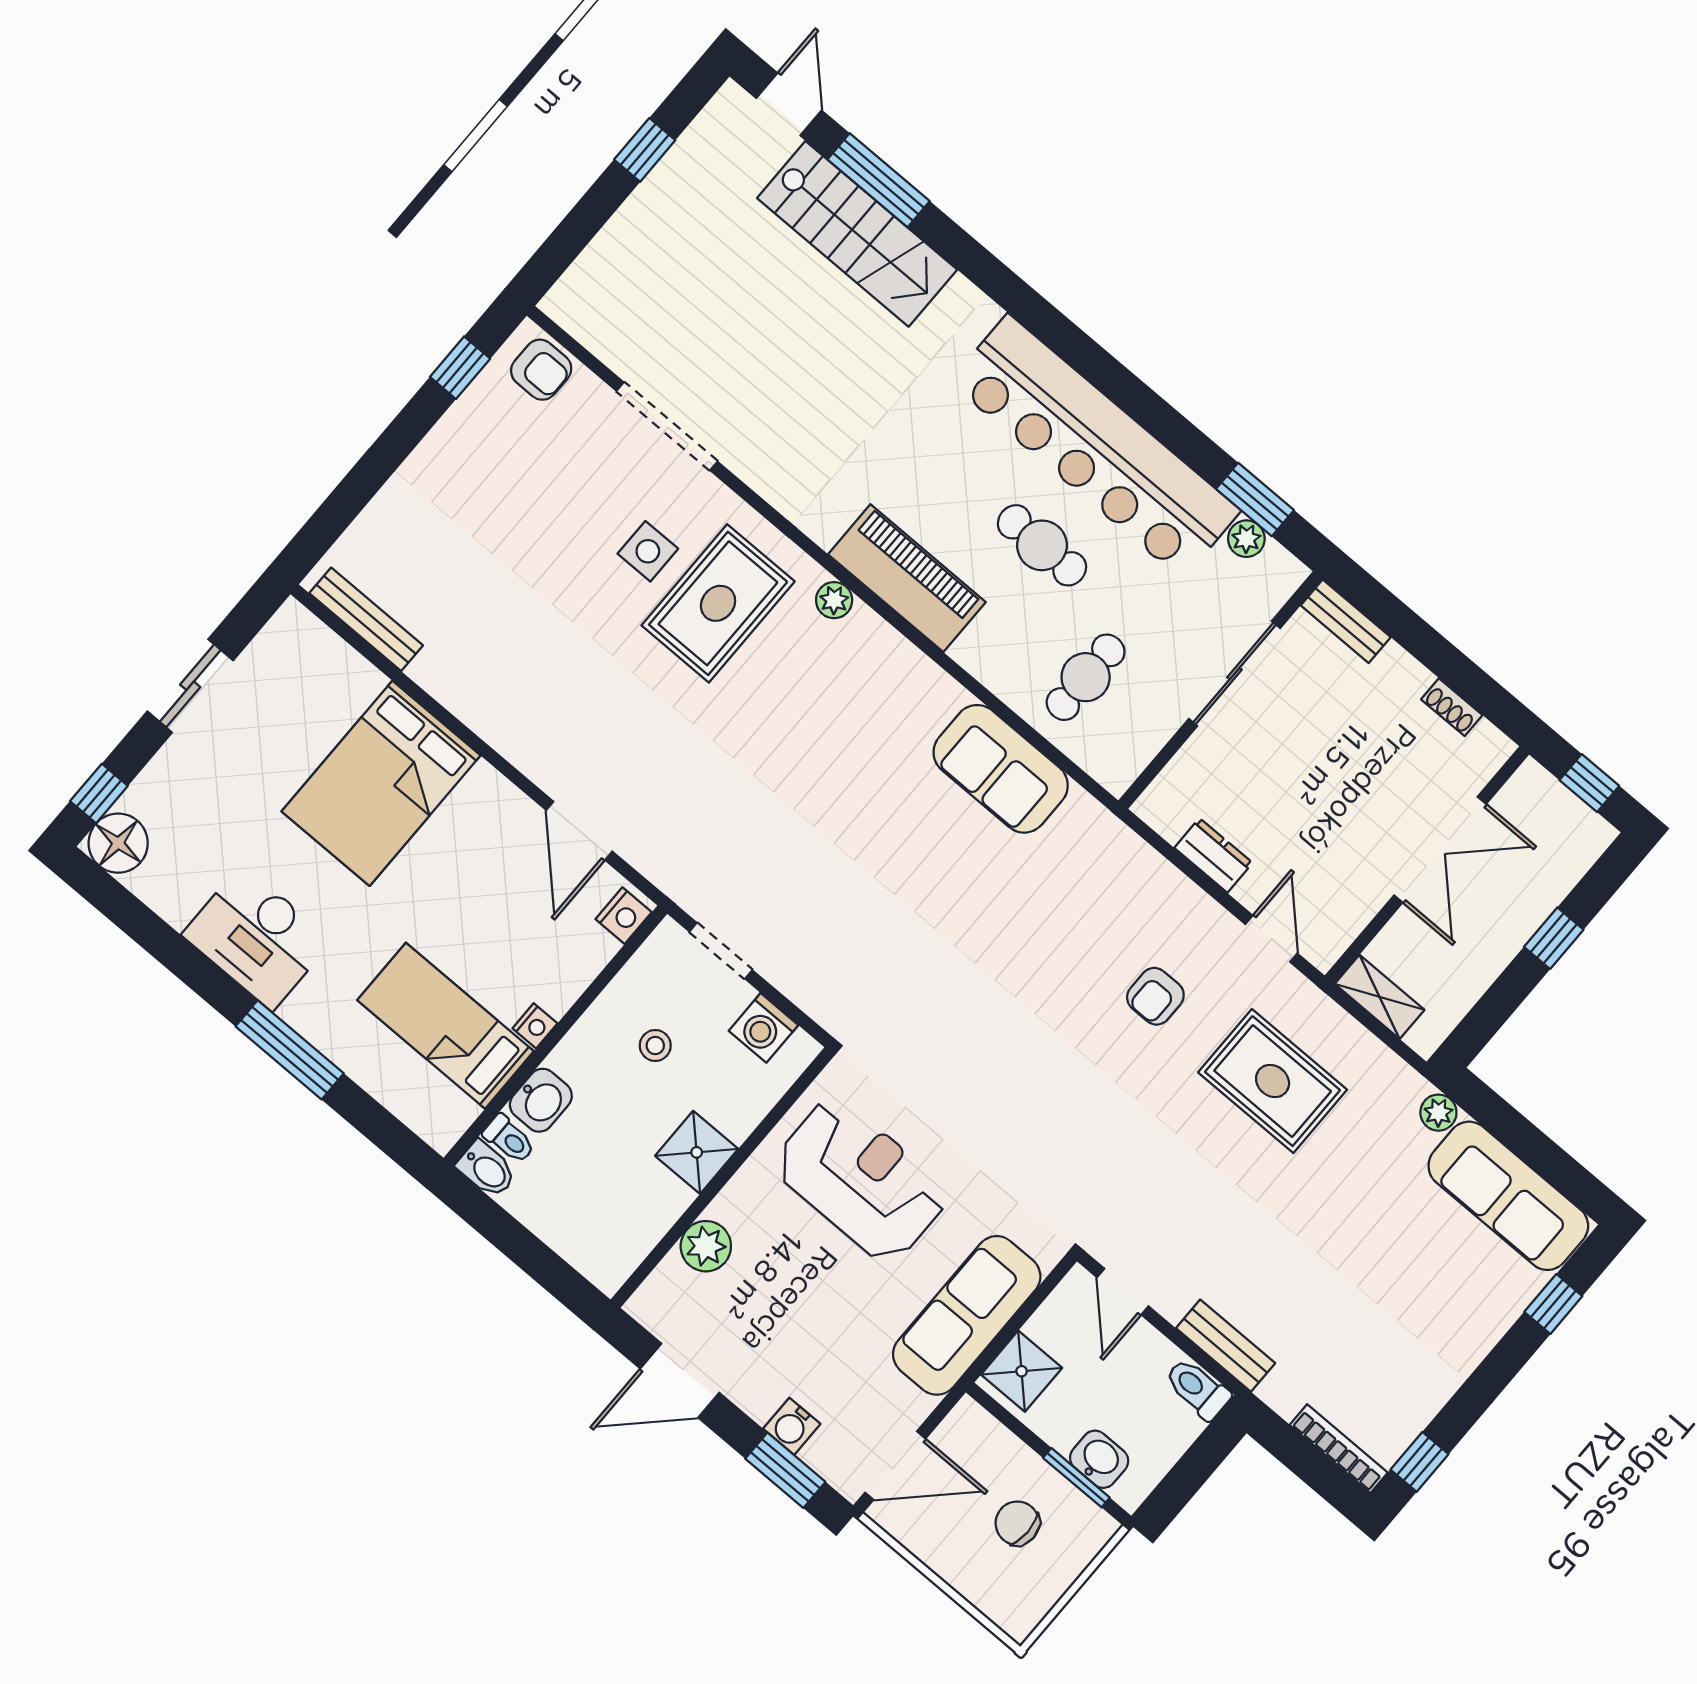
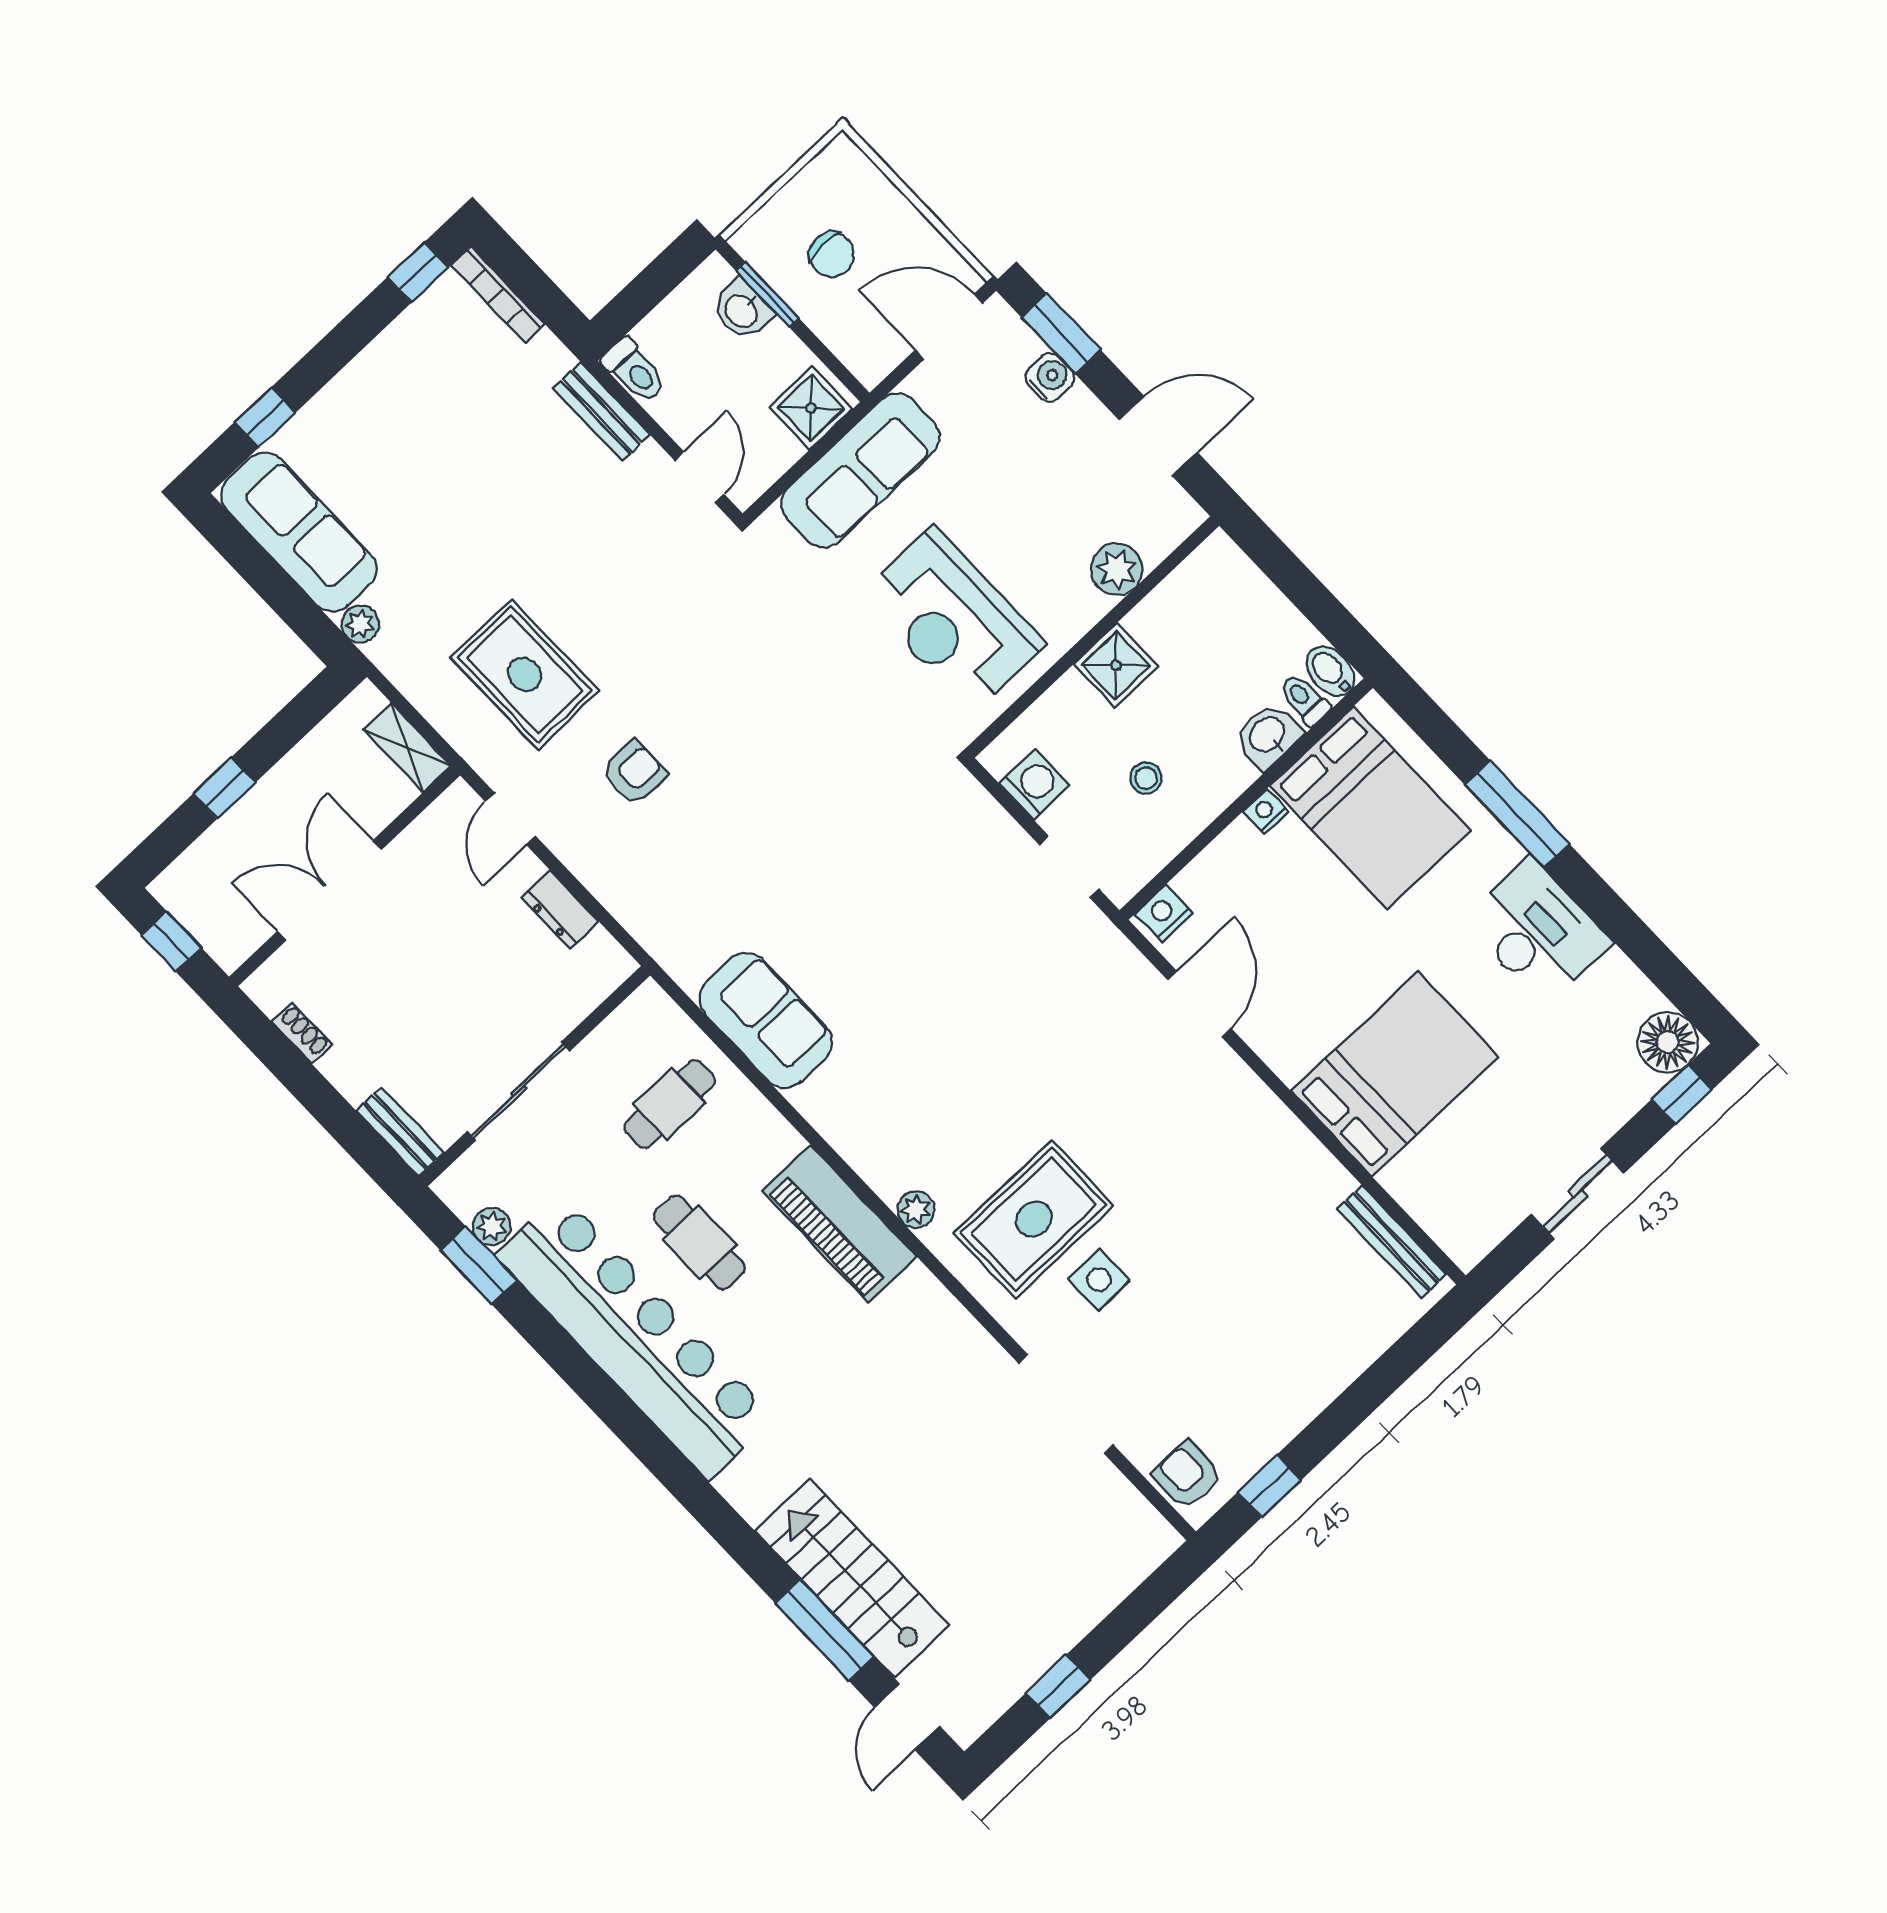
bed: (445, 1026) -> (1370, 808), width x1.50

